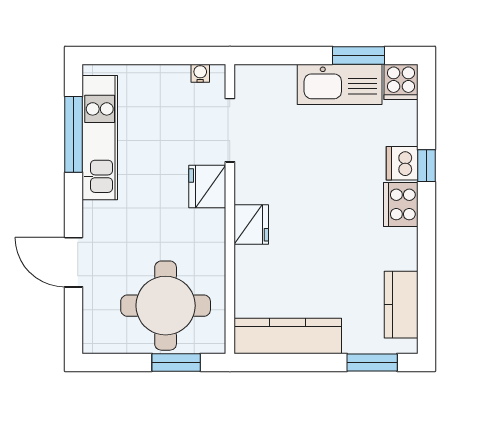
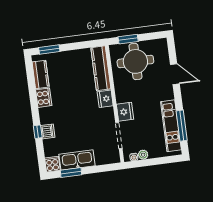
plant: (177, 76) -> (143, 155), added
cooker: (401, 204) -> (44, 98), moved
kitchen counter: (288, 336) -> (101, 68), moved, turned 90

